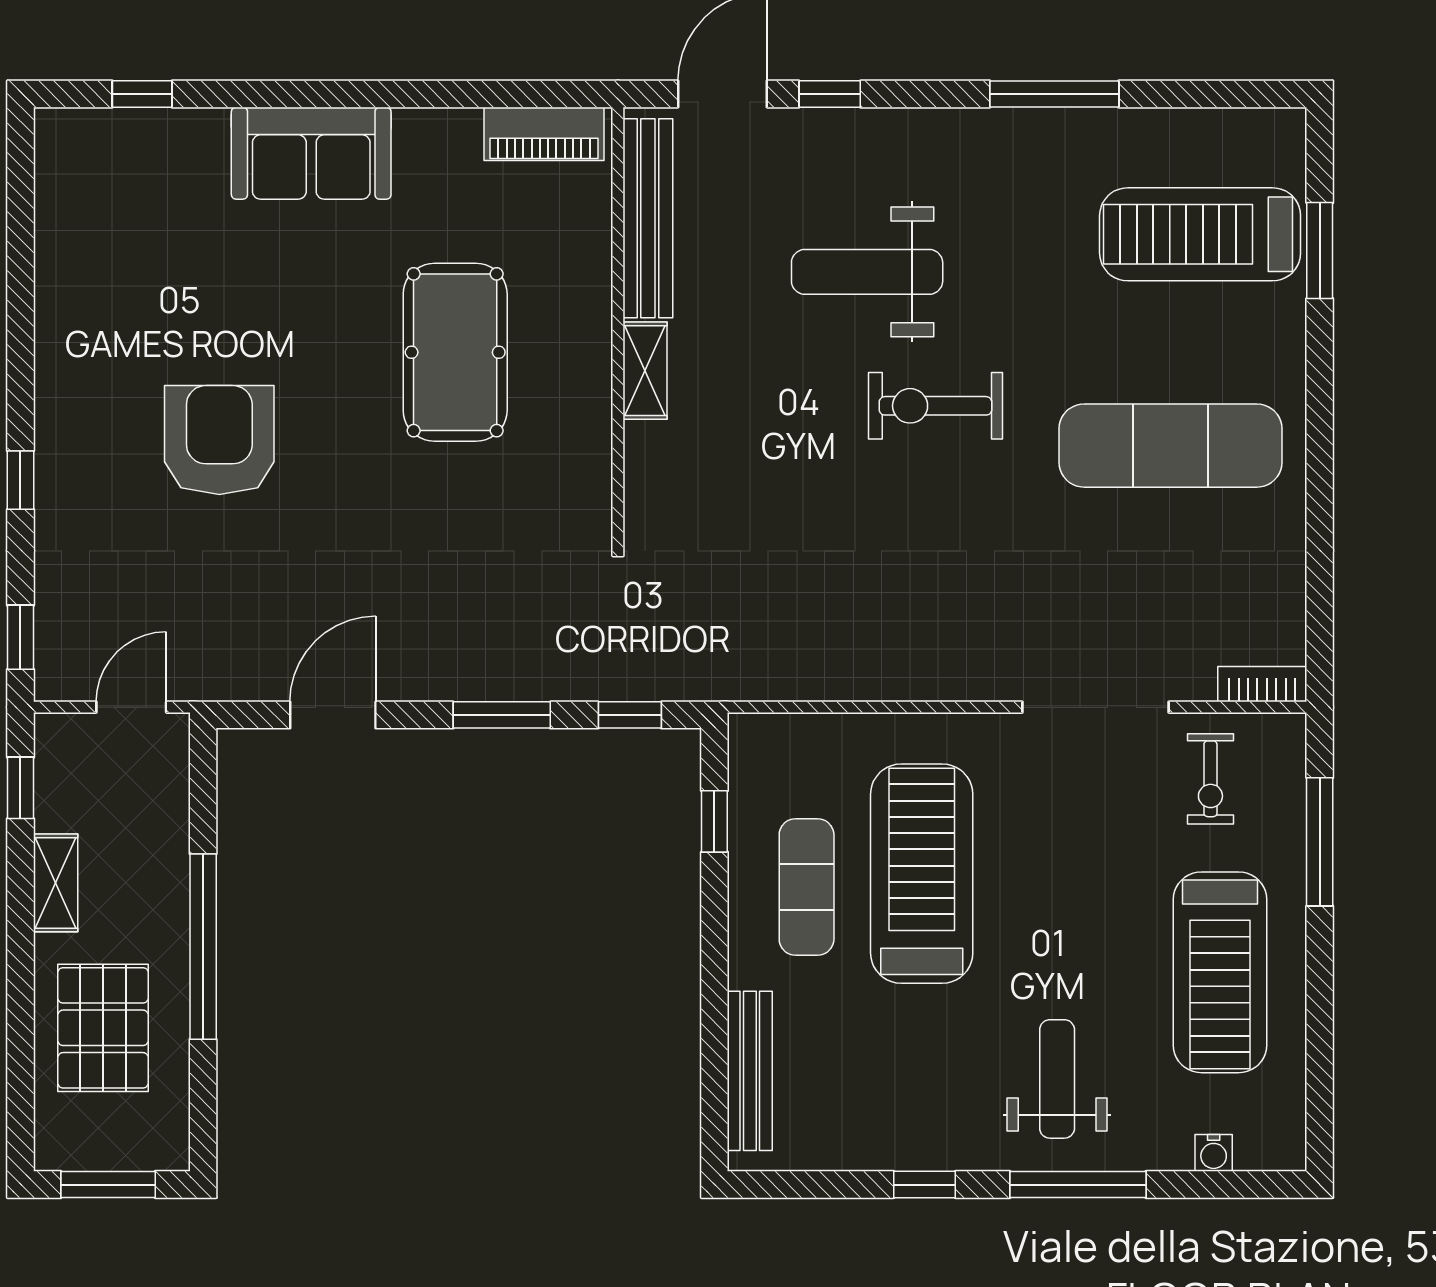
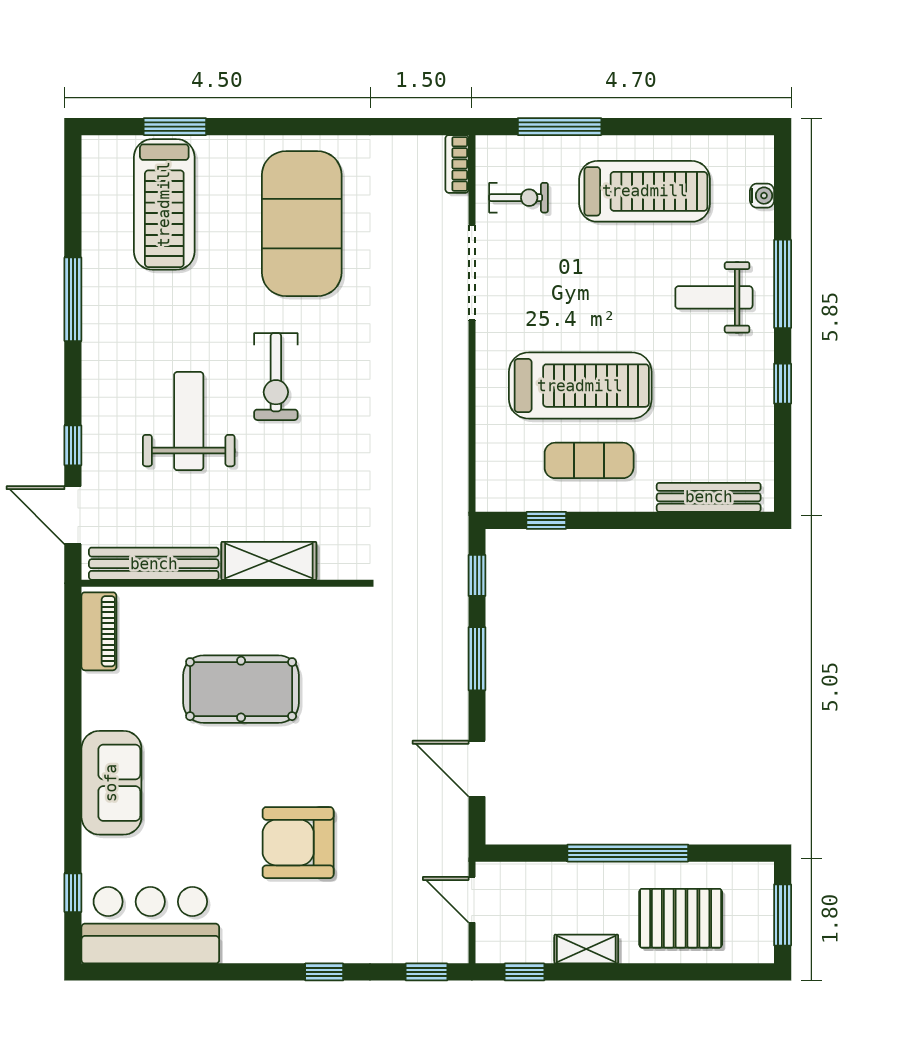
bar counter: (92, 213) -> (150, 925), added
weight bench: (867, 272) -> (189, 421), turned 180
shelving: (645, 371) -> (269, 561), width x1.50, depth x1.33
exercise mat: (1170, 446) -> (302, 224), width x1.47
treadmill: (922, 874) -> (580, 386), turned 180

